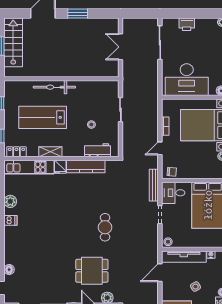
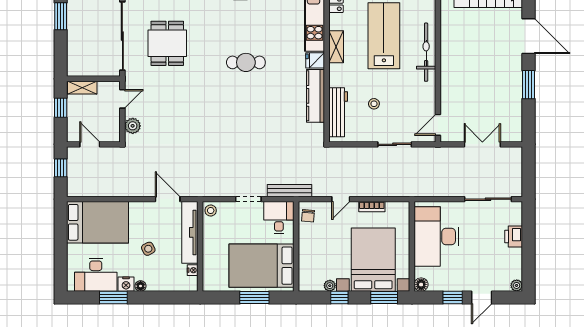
door: (107, 79) -> (438, 125), added
door: (160, 148) -> (341, 199), swing flipped
workbench: (97, 150) -> (338, 112), width x1.38
cafe table: (105, 227) -> (246, 62), moved
dining table: (92, 271) -> (167, 43), moved

